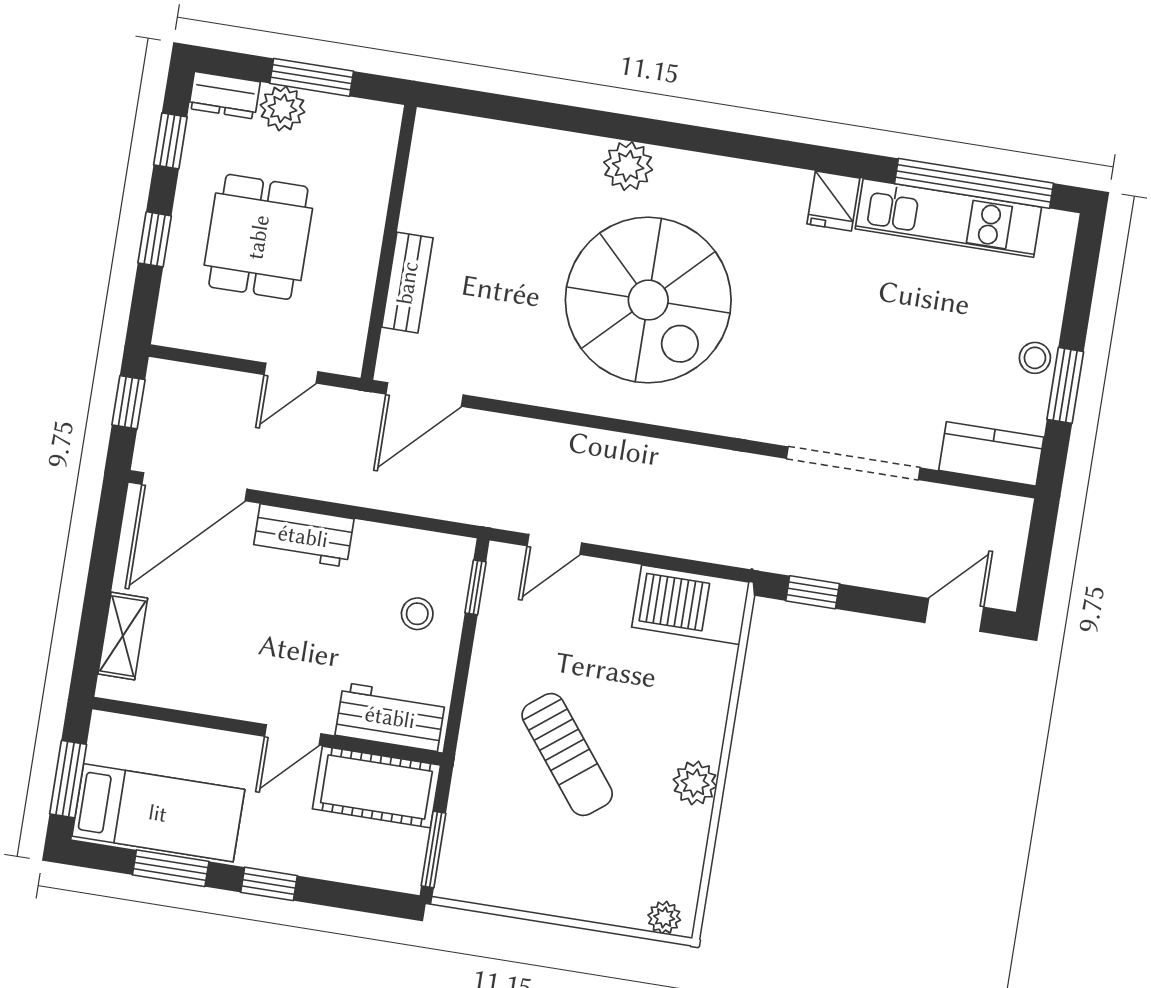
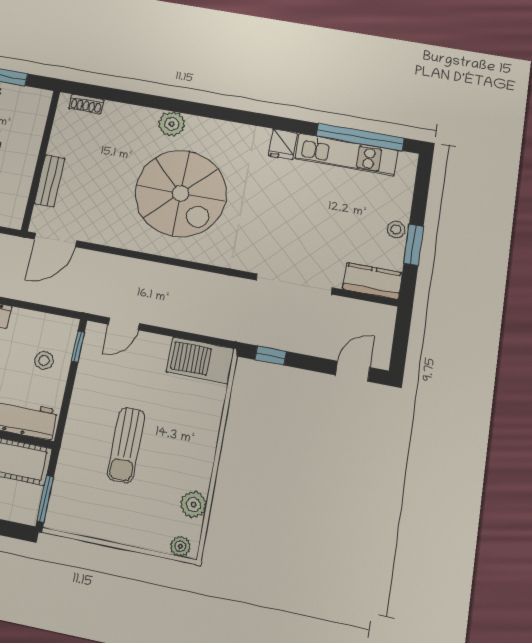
shoe rack: (467, 130) -> (86, 104), added
sun lounger: (567, 755) -> (126, 445), turned 38
plant: (695, 783) -> (193, 504), moved

